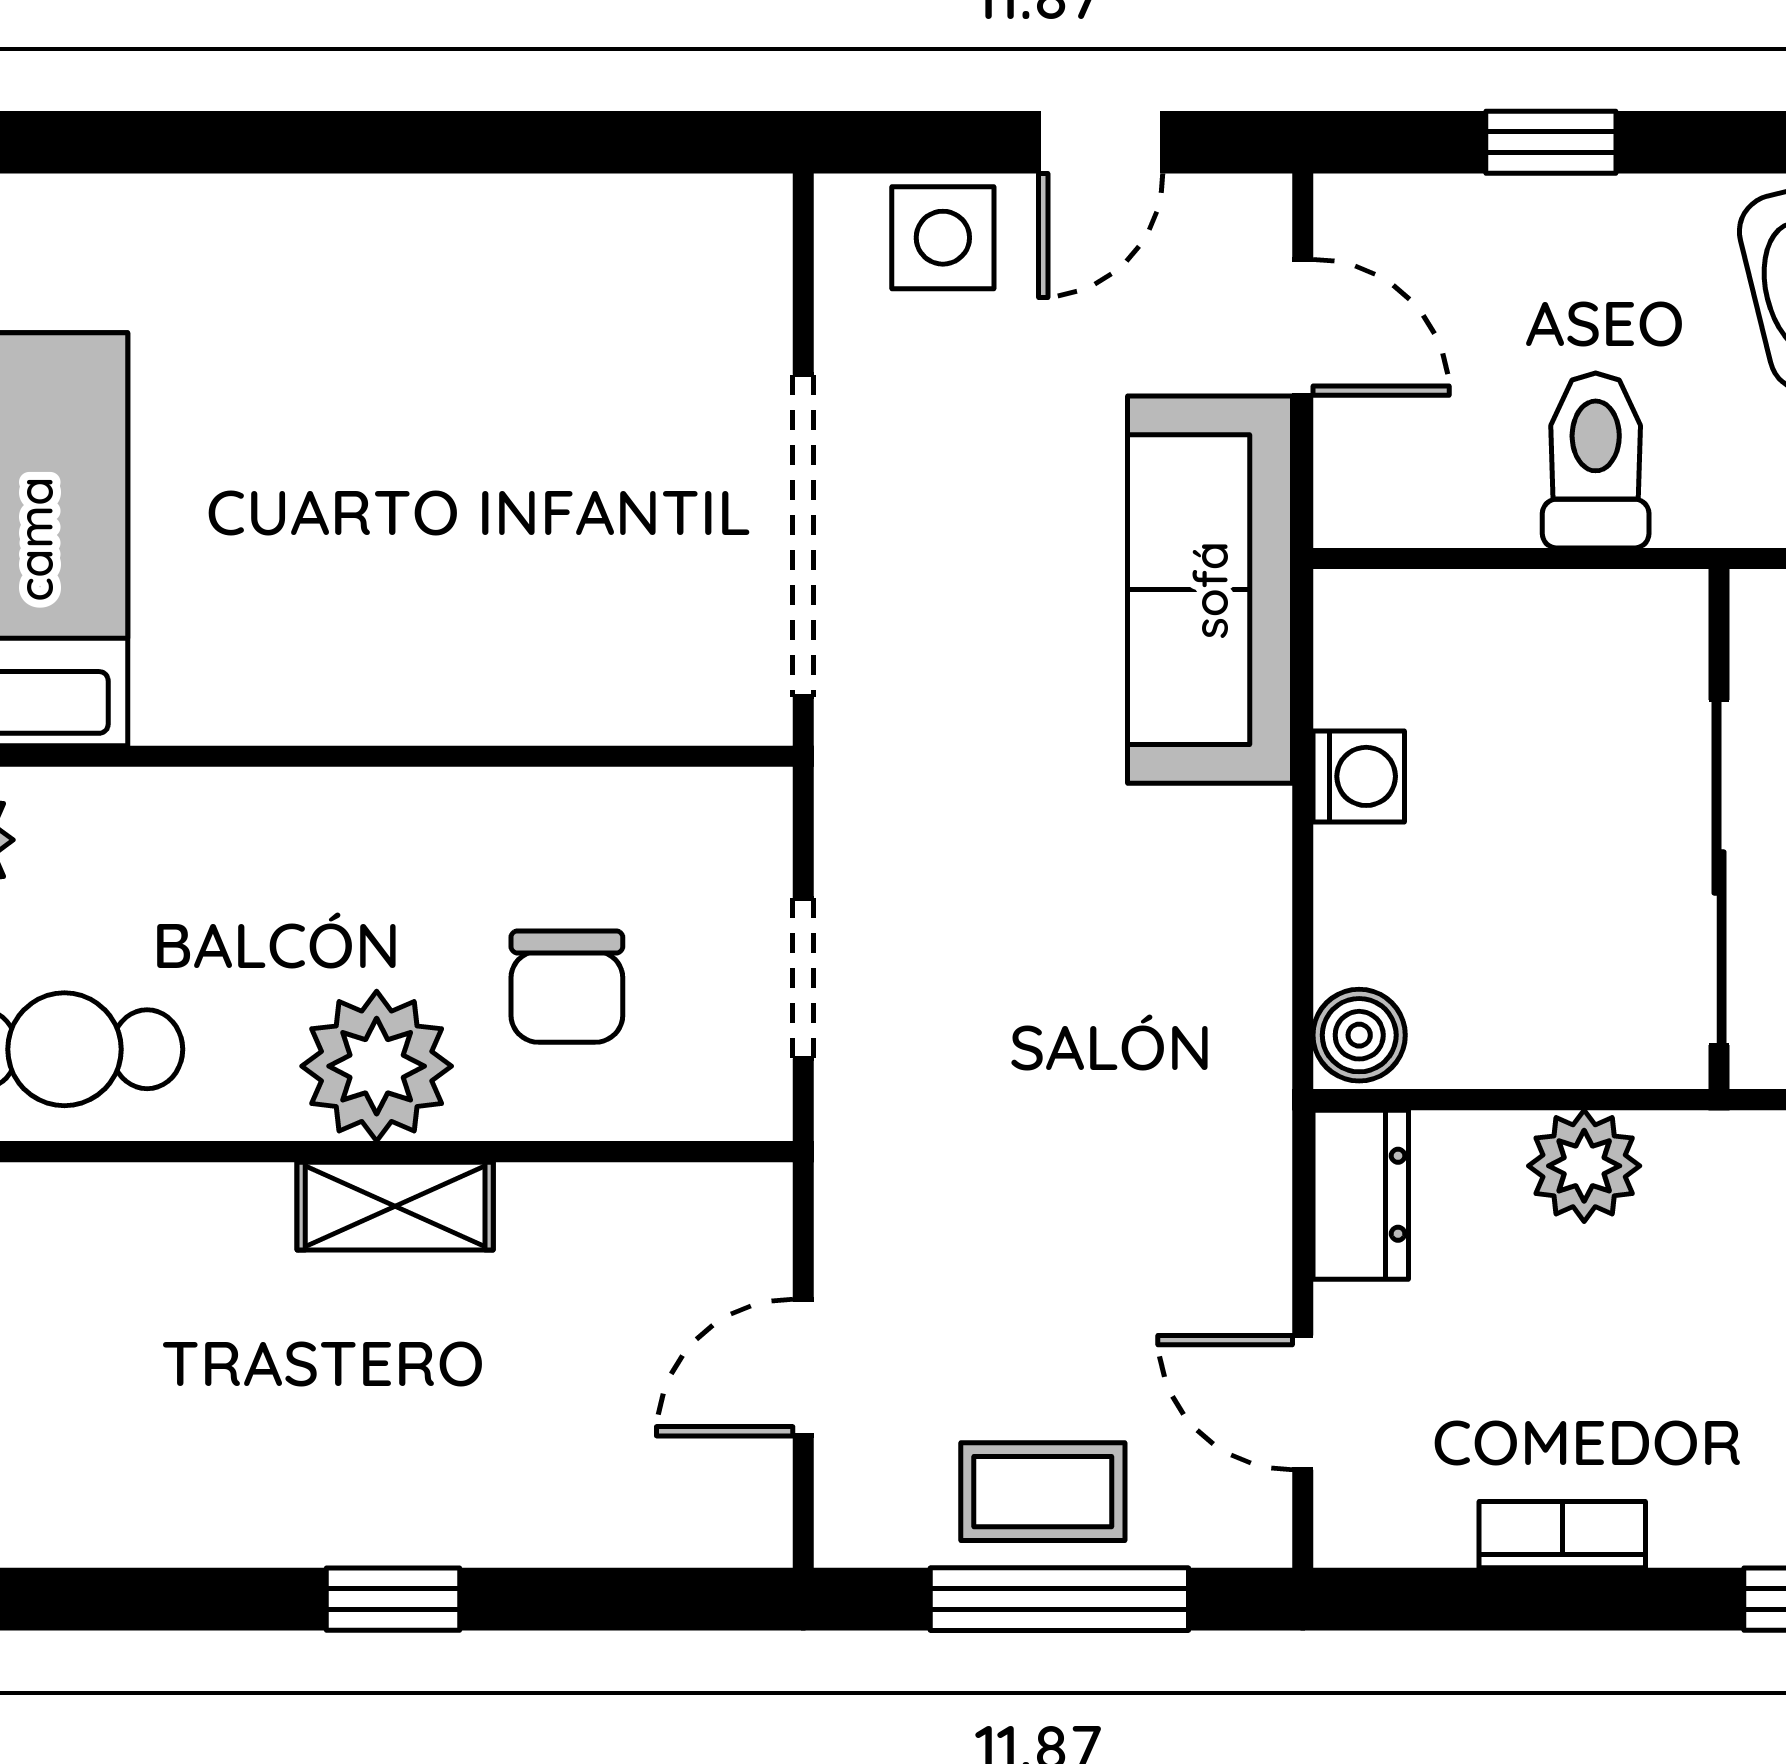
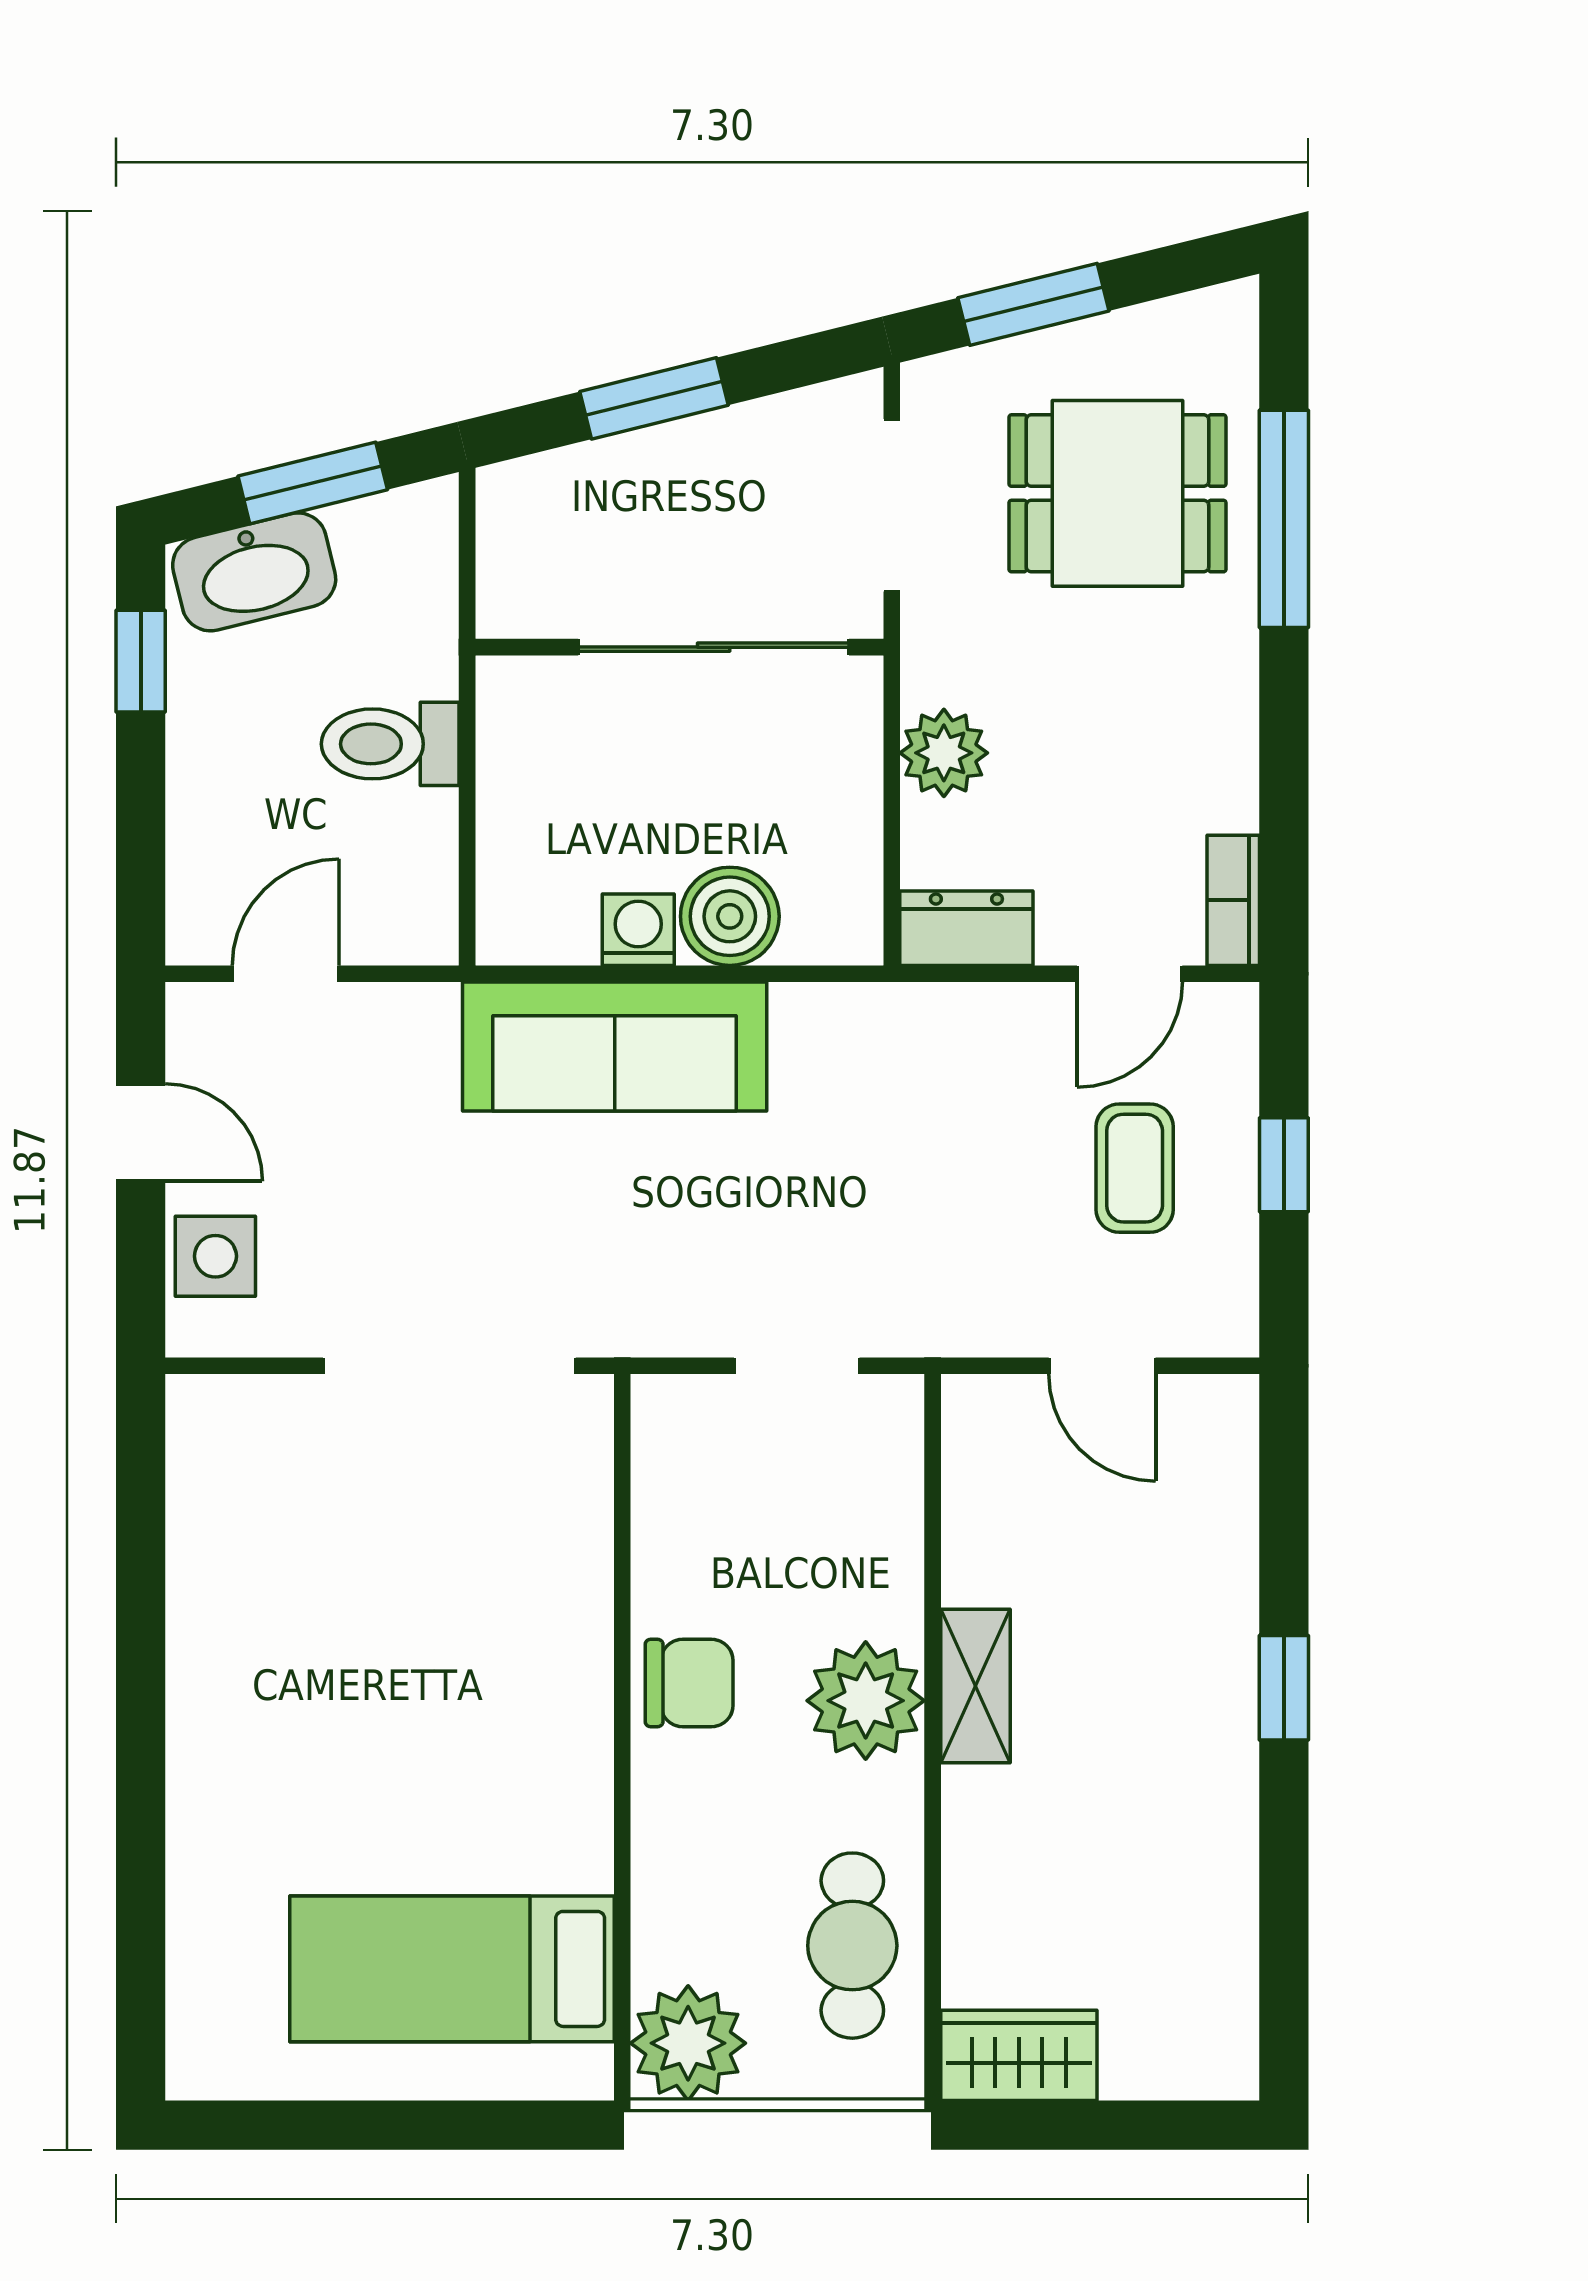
window: (1551, 142) -> (141, 661), moved
sofa: (1210, 590) -> (615, 1047), moved
chair: (567, 987) -> (689, 1683), moved
boiler: (1359, 1035) -> (730, 916), moved, width x1.36, depth x1.36
coffee table: (1043, 1492) -> (1135, 1168), moved
bookcase: (1562, 1535) -> (1233, 900), moved
window: (1059, 1599) -> (1284, 1165), width x0.46

